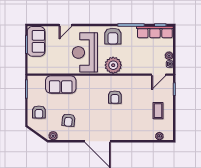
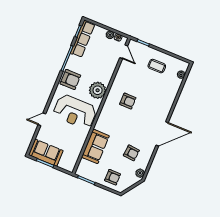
door: (66, 25) -> (42, 119), swing flipped

